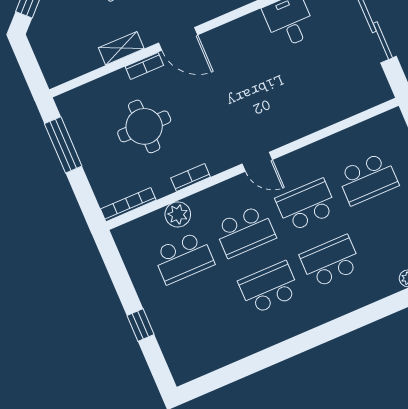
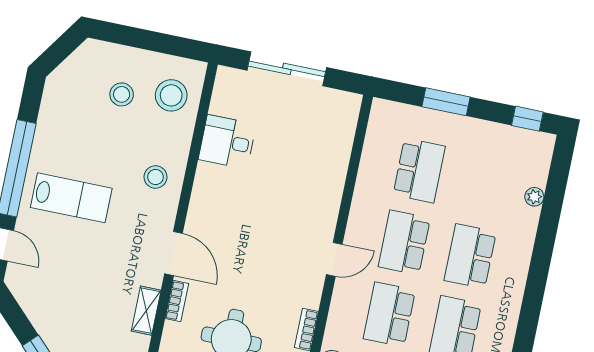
door: (178, 39) -> (174, 254), hinge flipped
school desk: (245, 231) -> (389, 314), turned 180

